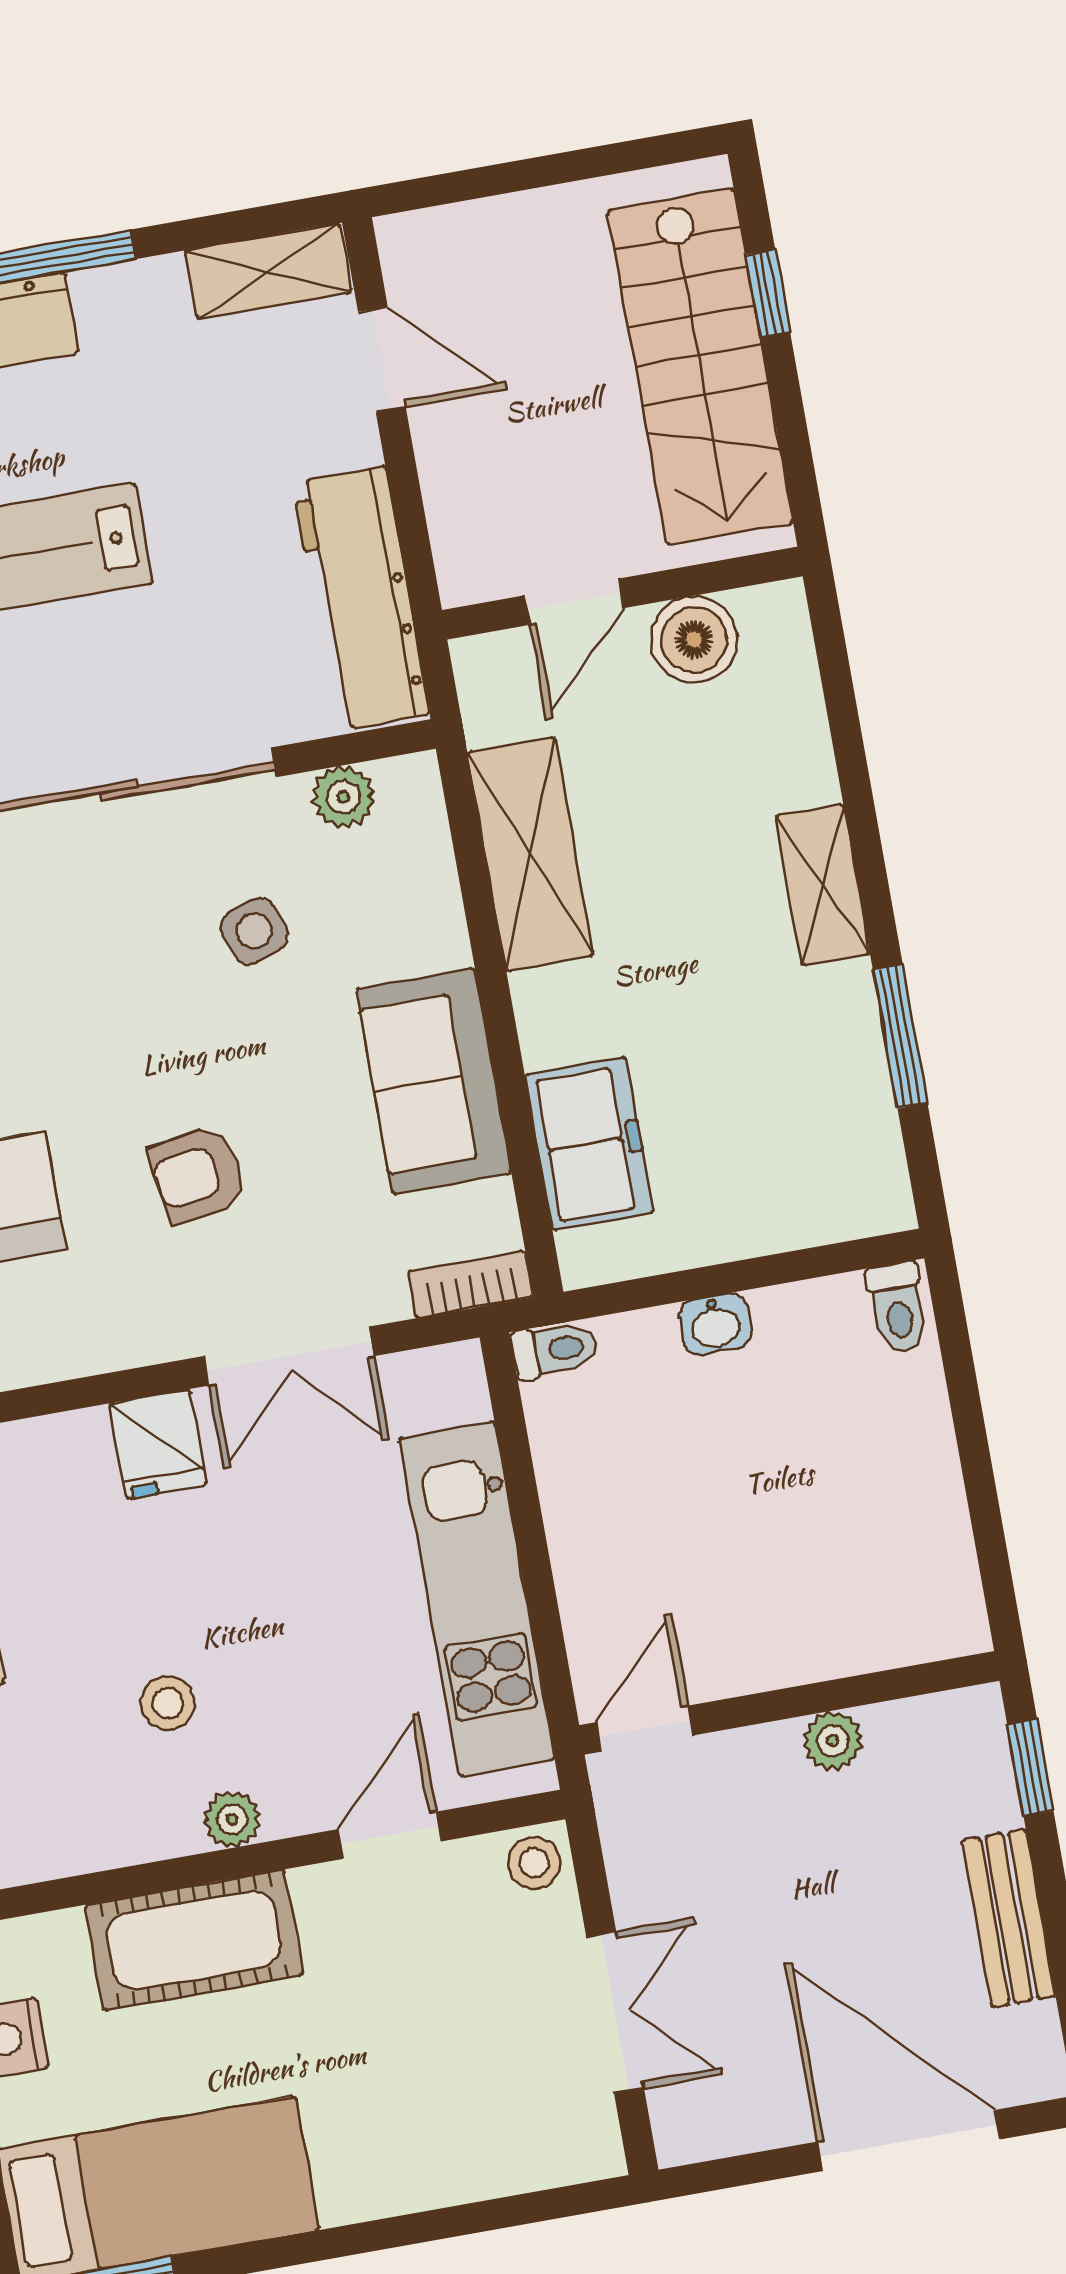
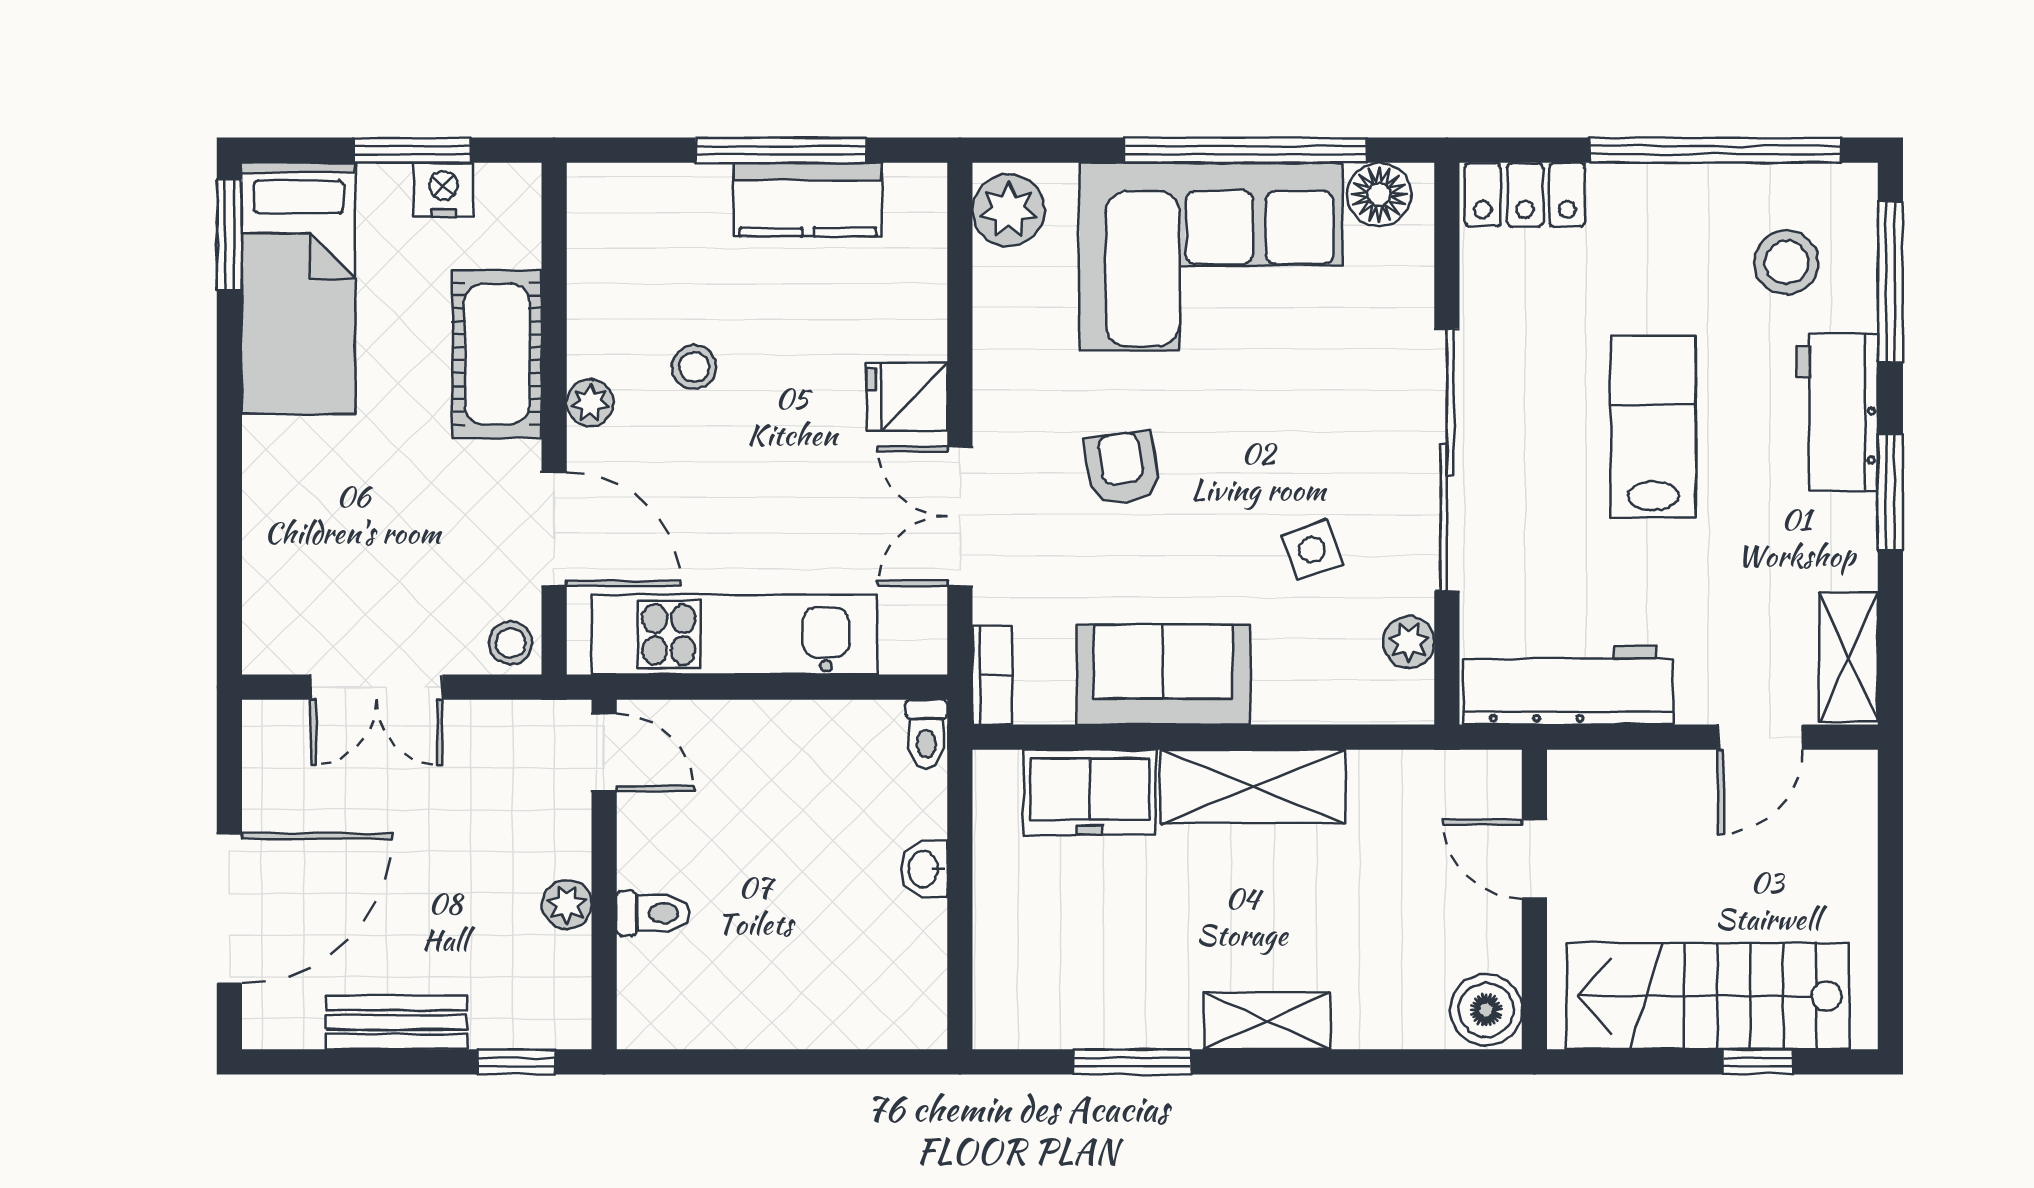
boiler: (694, 639) -> (1486, 1010), moved
shelving: (530, 854) -> (1253, 787), moved
toilet: (898, 1308) -> (653, 913), moved, turned 180
door: (390, 1835) -> (554, 529), width x1.38

